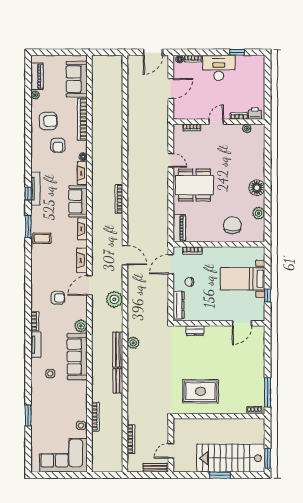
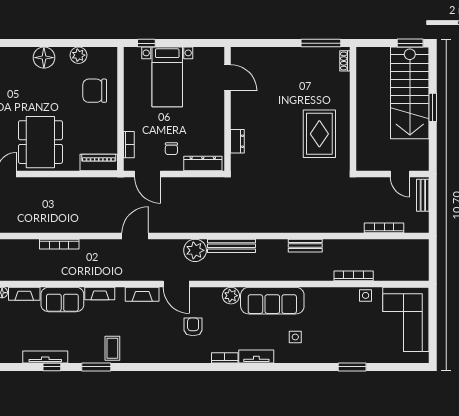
window: (268, 296) -> (146, 43), moved
plant: (133, 343) -> (254, 225), removed
bench: (118, 350) -> (231, 246), moved

